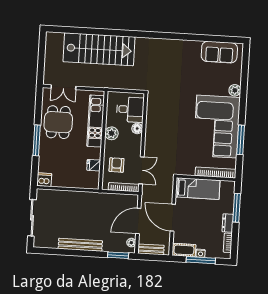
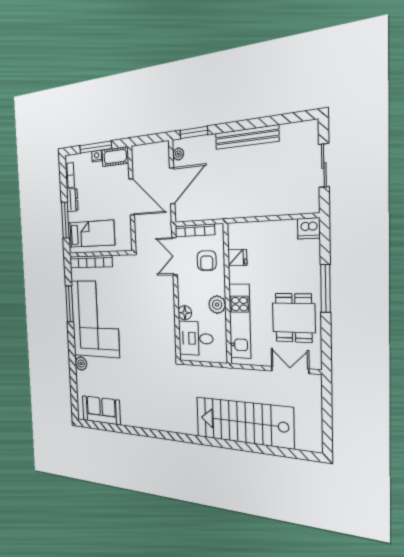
bed: (198, 189) -> (91, 234), moved, turned 180
sliding door: (32, 218) -> (324, 166), width x0.73
bench: (151, 249) -> (153, 149), removed

